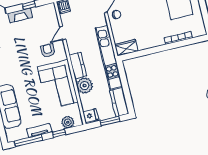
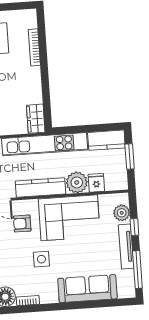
kitchen counter: (78, 65) -> (40, 188), width x1.50
side table: (24, 69) -> (41, 259), added
fridge: (91, 116) -> (96, 183), moved
tv unit: (39, 131) -> (126, 246), width x1.41

